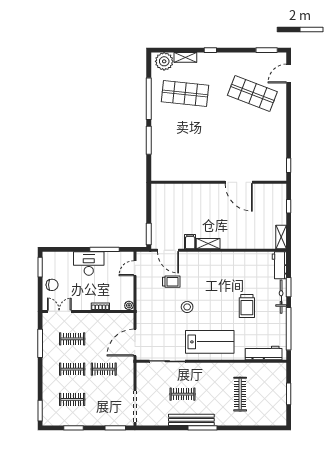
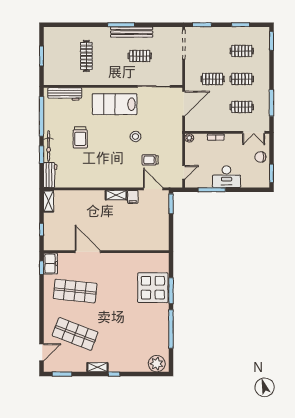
shelving: (185, 57) -> (97, 367), moved
shop shelf: (185, 93) -> (75, 291), moved
display table: (168, 143) -> (153, 288), added
freezer: (279, 170) -> (51, 264), added
trolley: (247, 306) -> (80, 137), turned 180

